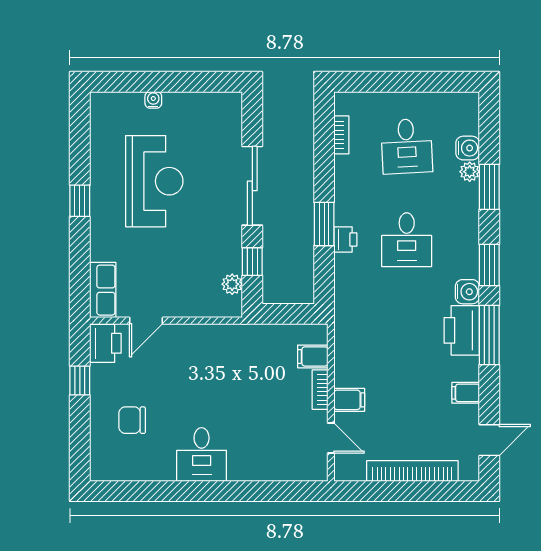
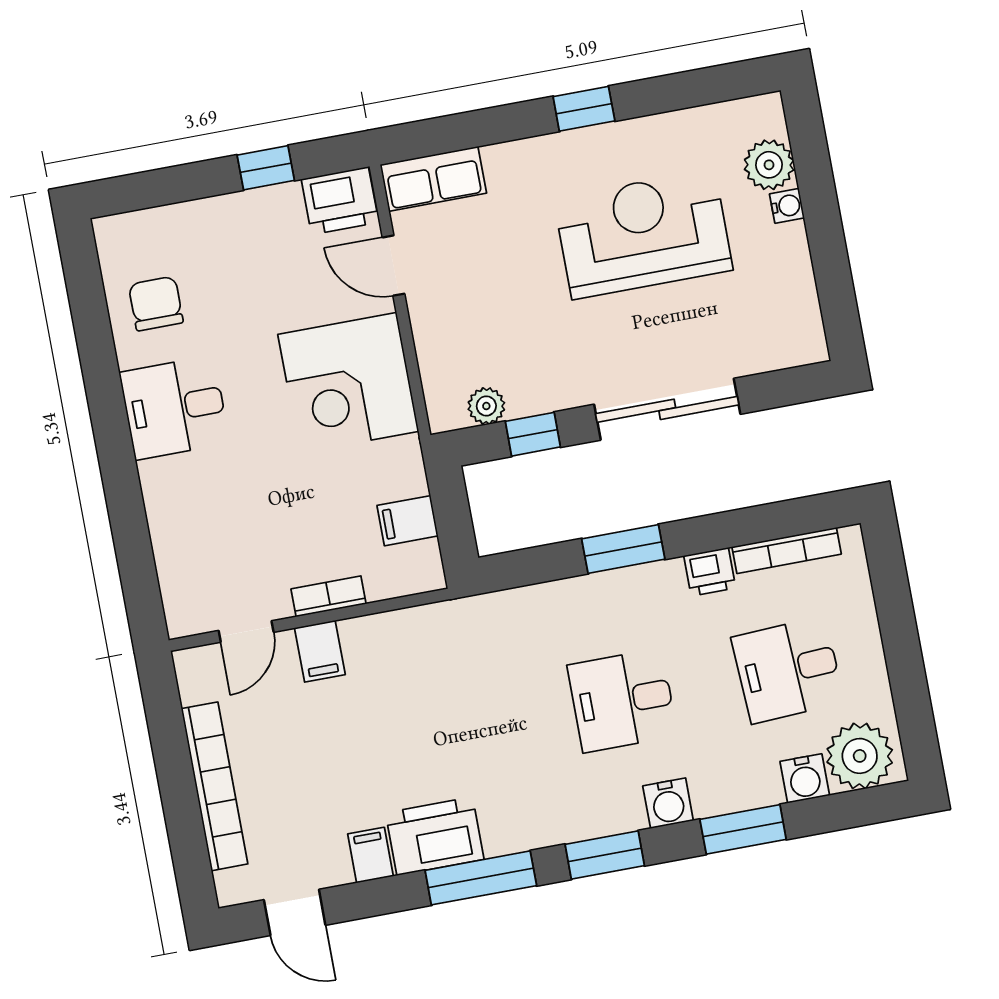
plant: (129, 105) -> (769, 165), added
bookcase: (341, 135) -> (787, 550), width x1.56
plant: (470, 172) -> (860, 756), moved, width x1.87, depth x1.87
reception desk: (154, 181) -> (643, 234), turned 180
printer: (345, 239) -> (710, 572), moved
water cooler: (467, 292) -> (668, 803), moved
printer: (462, 330) -> (435, 836), moved
filing cabinet: (313, 356) -> (408, 521), moved, turned -90
corner desk: (206, 357) -> (348, 383), added
chair: (132, 420) -> (156, 304), moved

